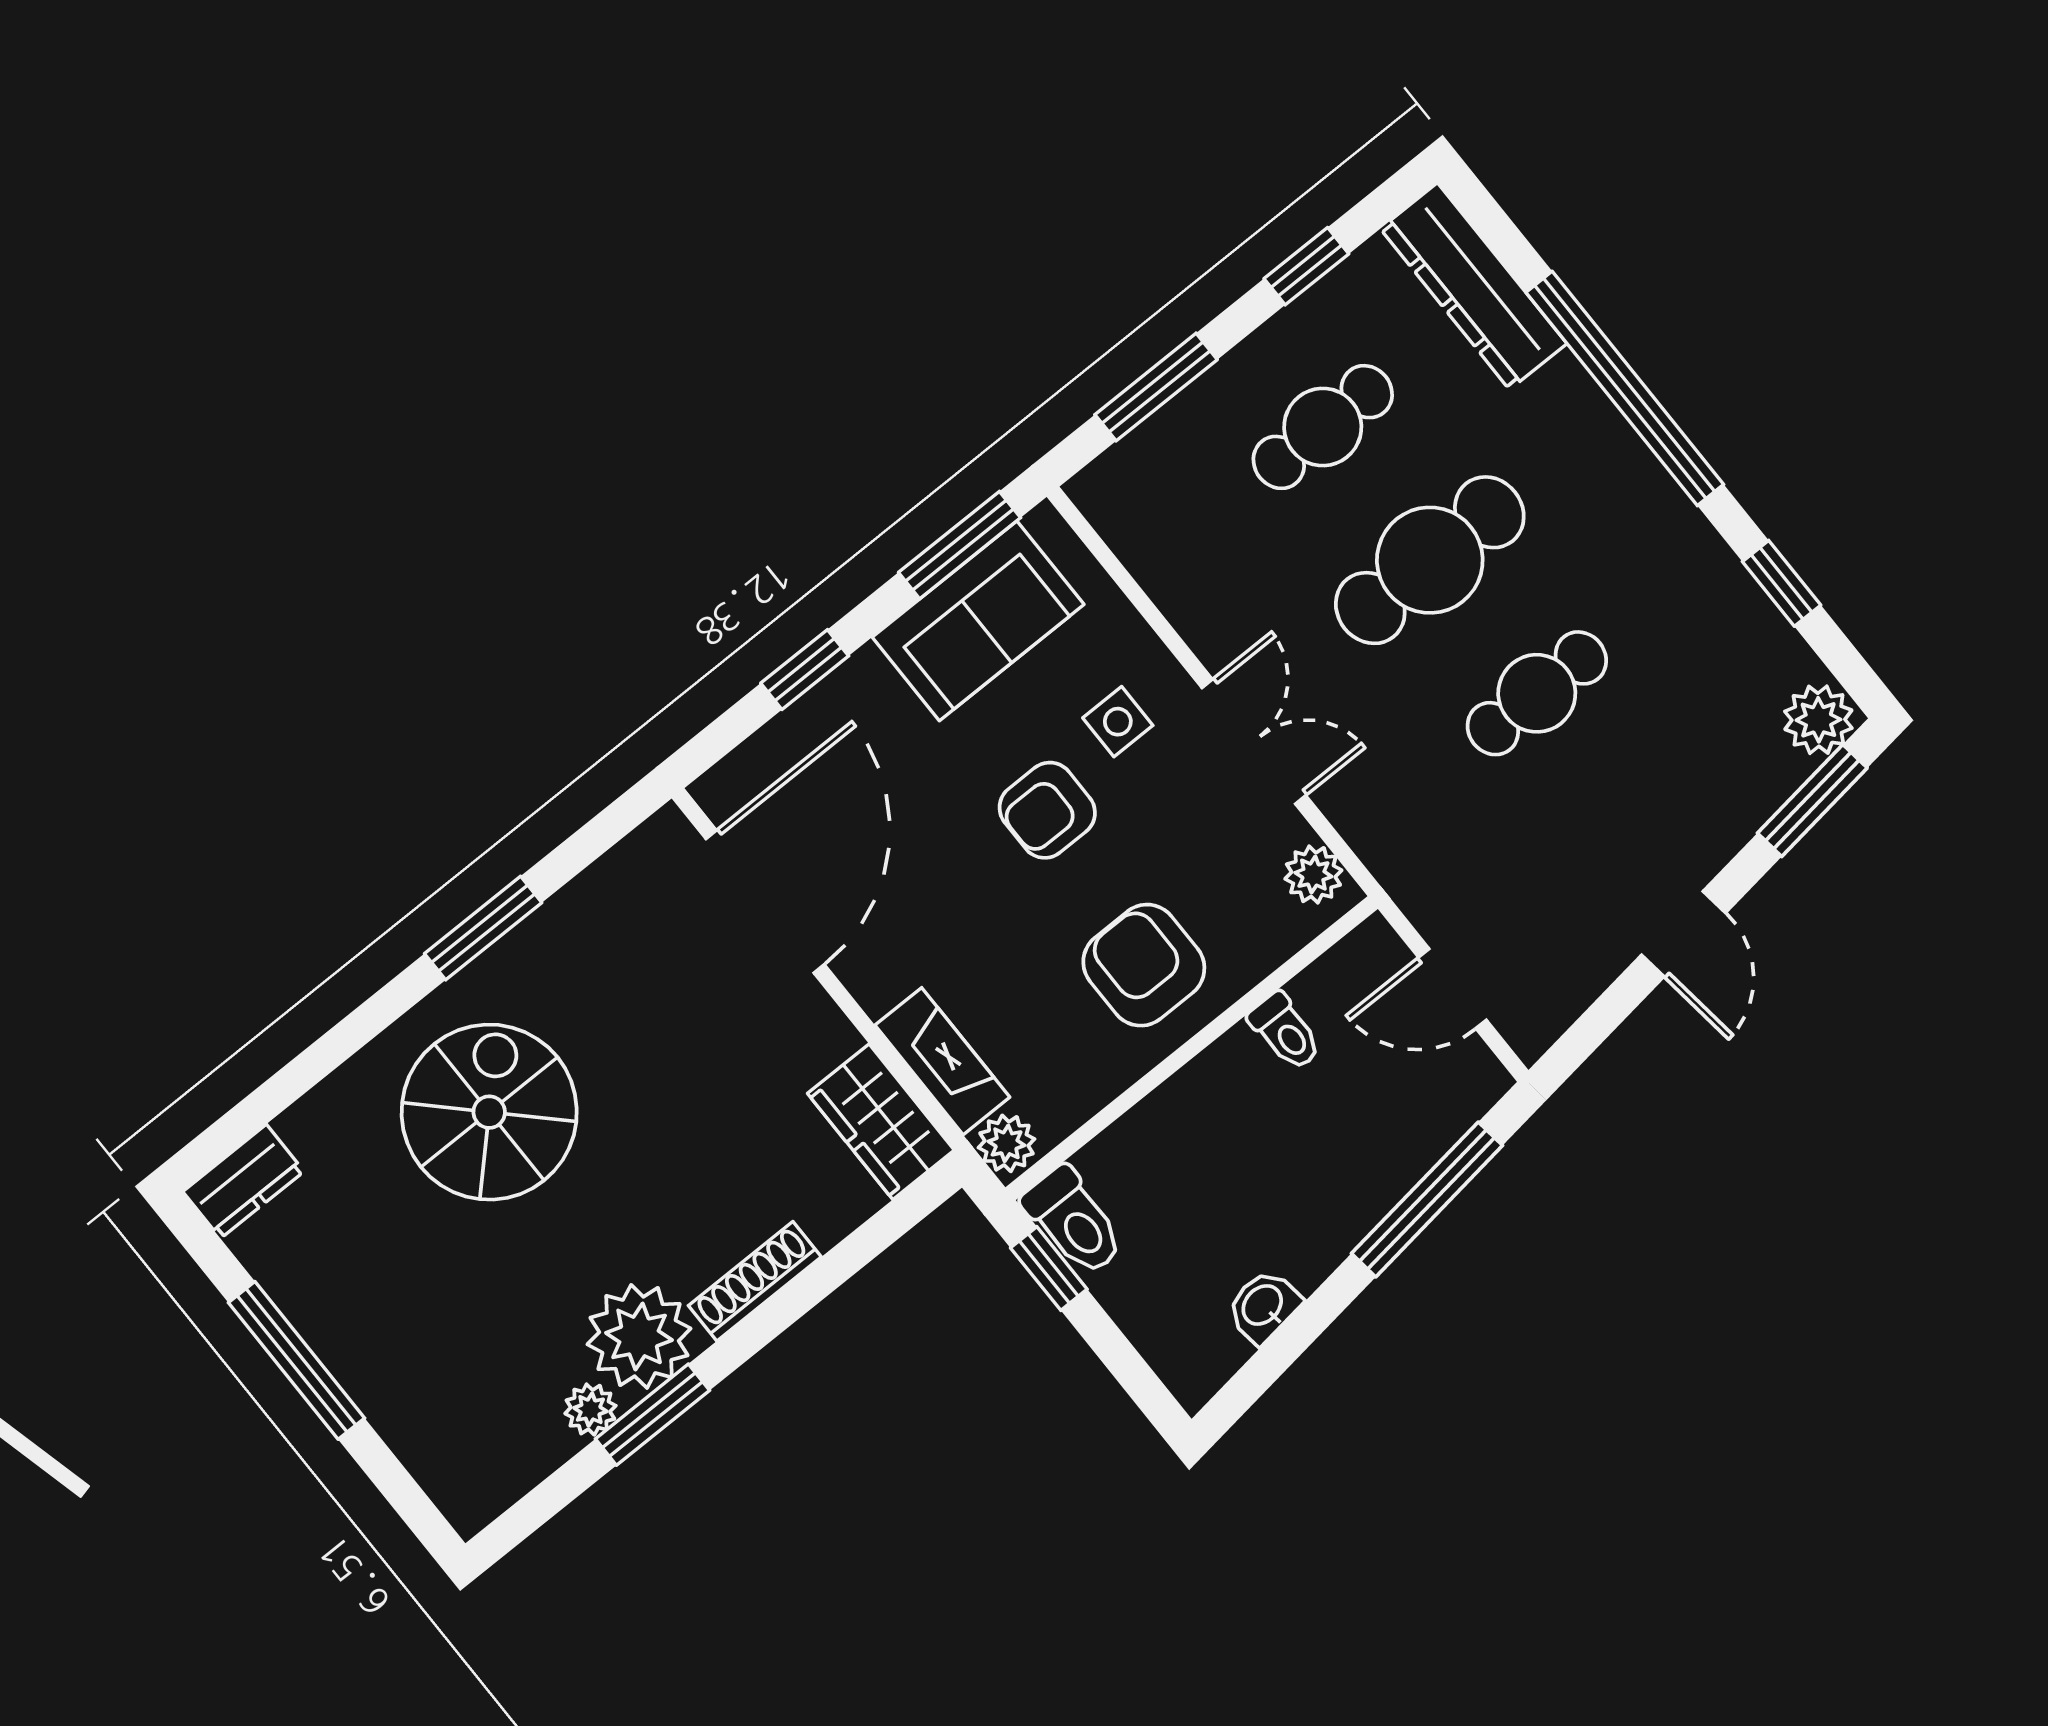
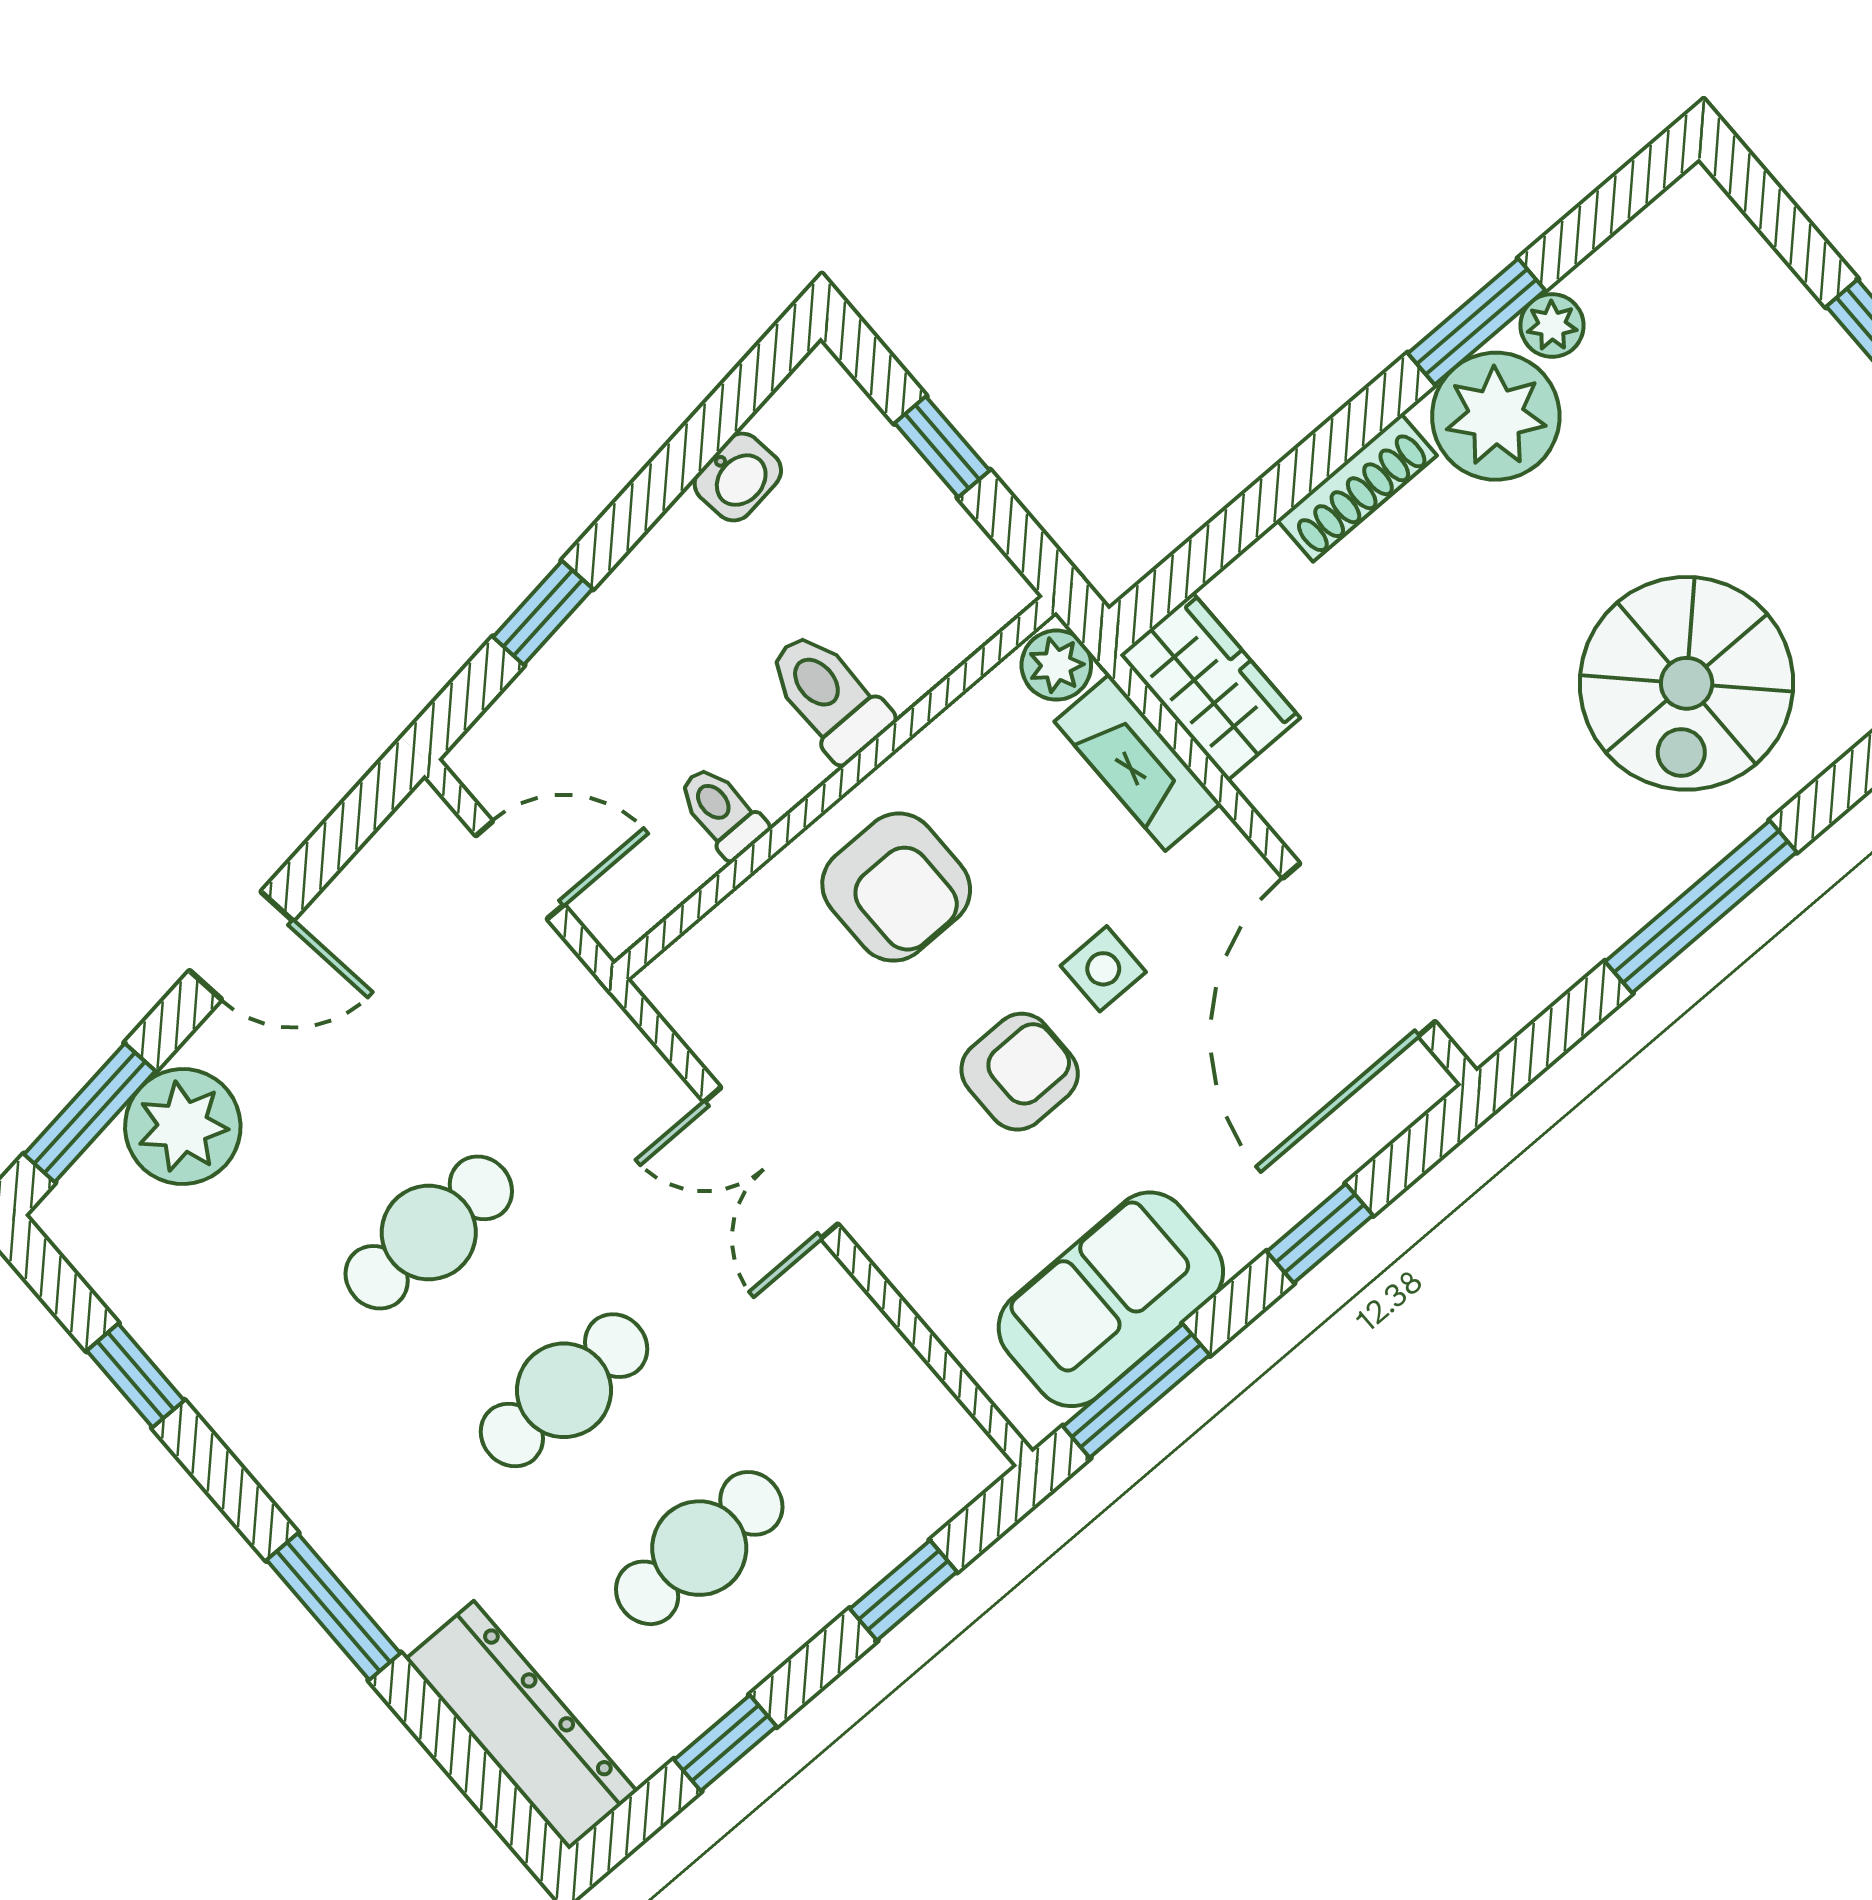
window: (1156, 387) -> (903, 1590), width x0.67
window: (1625, 388) -> (333, 1607), width x0.47
cafe table: (1430, 560) -> (564, 1390), width x0.73, depth x0.74
plant: (1818, 720) -> (183, 1127), moved, width x1.36, depth x1.36
side table: (1118, 722) -> (1103, 969), moved
plant: (1313, 875) -> (693, 1004), removed
window: (483, 928) -> (1701, 907), width x1.44
door: (1683, 934) -> (241, 946), swing flipped
window: (1427, 1199) -> (543, 613), width x0.46
toilet: (1074, 1221) -> (828, 696), moved
window: (1049, 1269) -> (942, 447), moved

